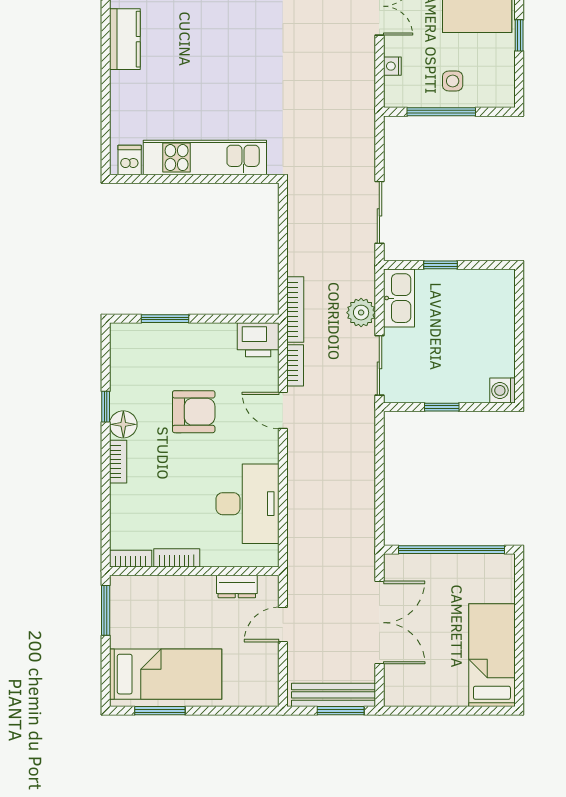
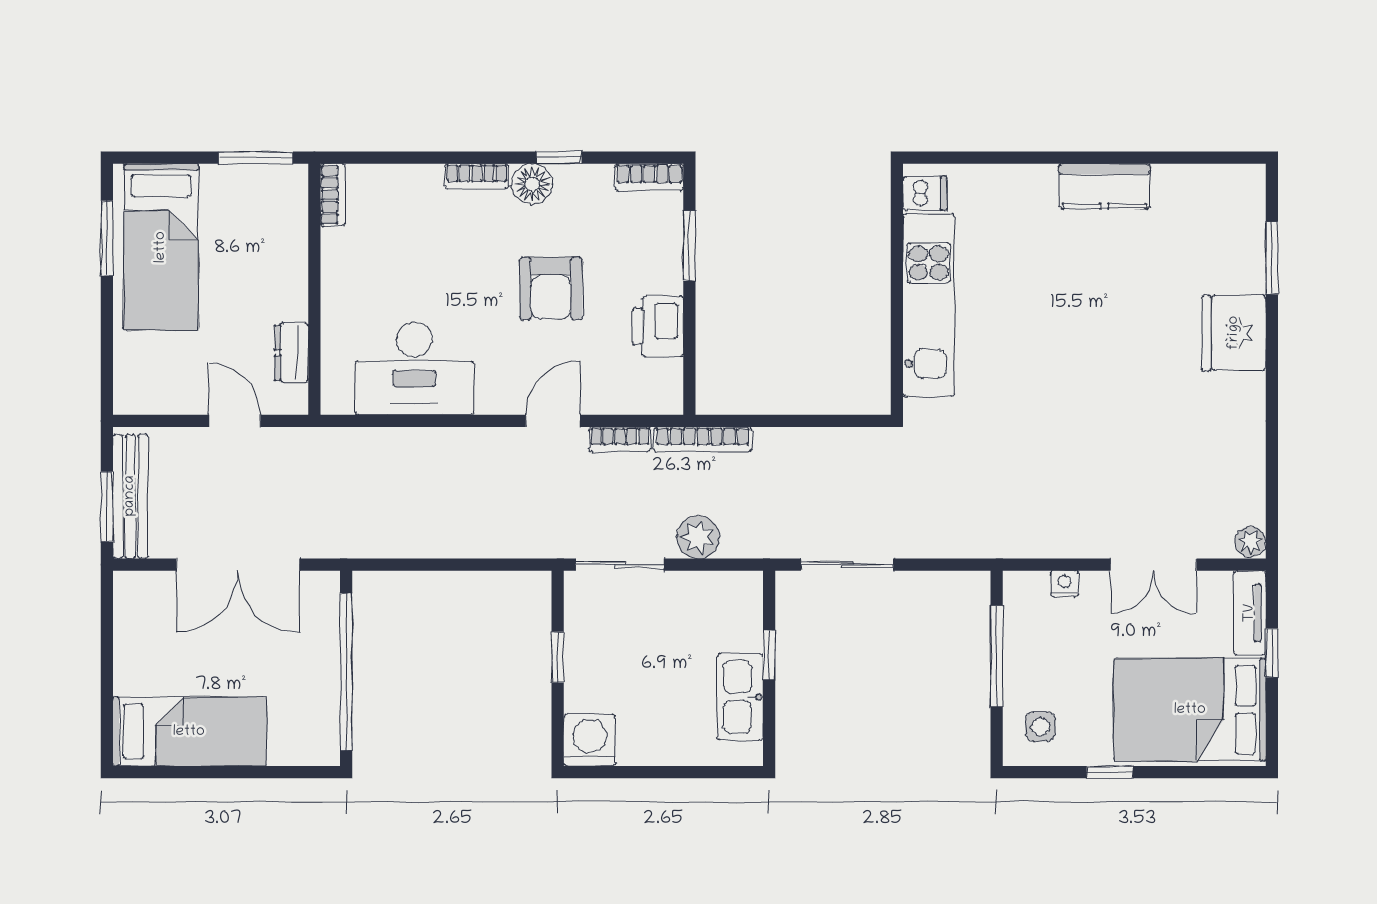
side table: (453, 81) -> (1040, 726), moved
kitchen sink: (399, 298) -> (740, 697), moved, turned 90
printer: (258, 340) -> (658, 326), moved
washing machine: (502, 390) -> (590, 740), width x1.38, depth x1.38
bookcase: (177, 558) -> (649, 177), moved, turned 90

